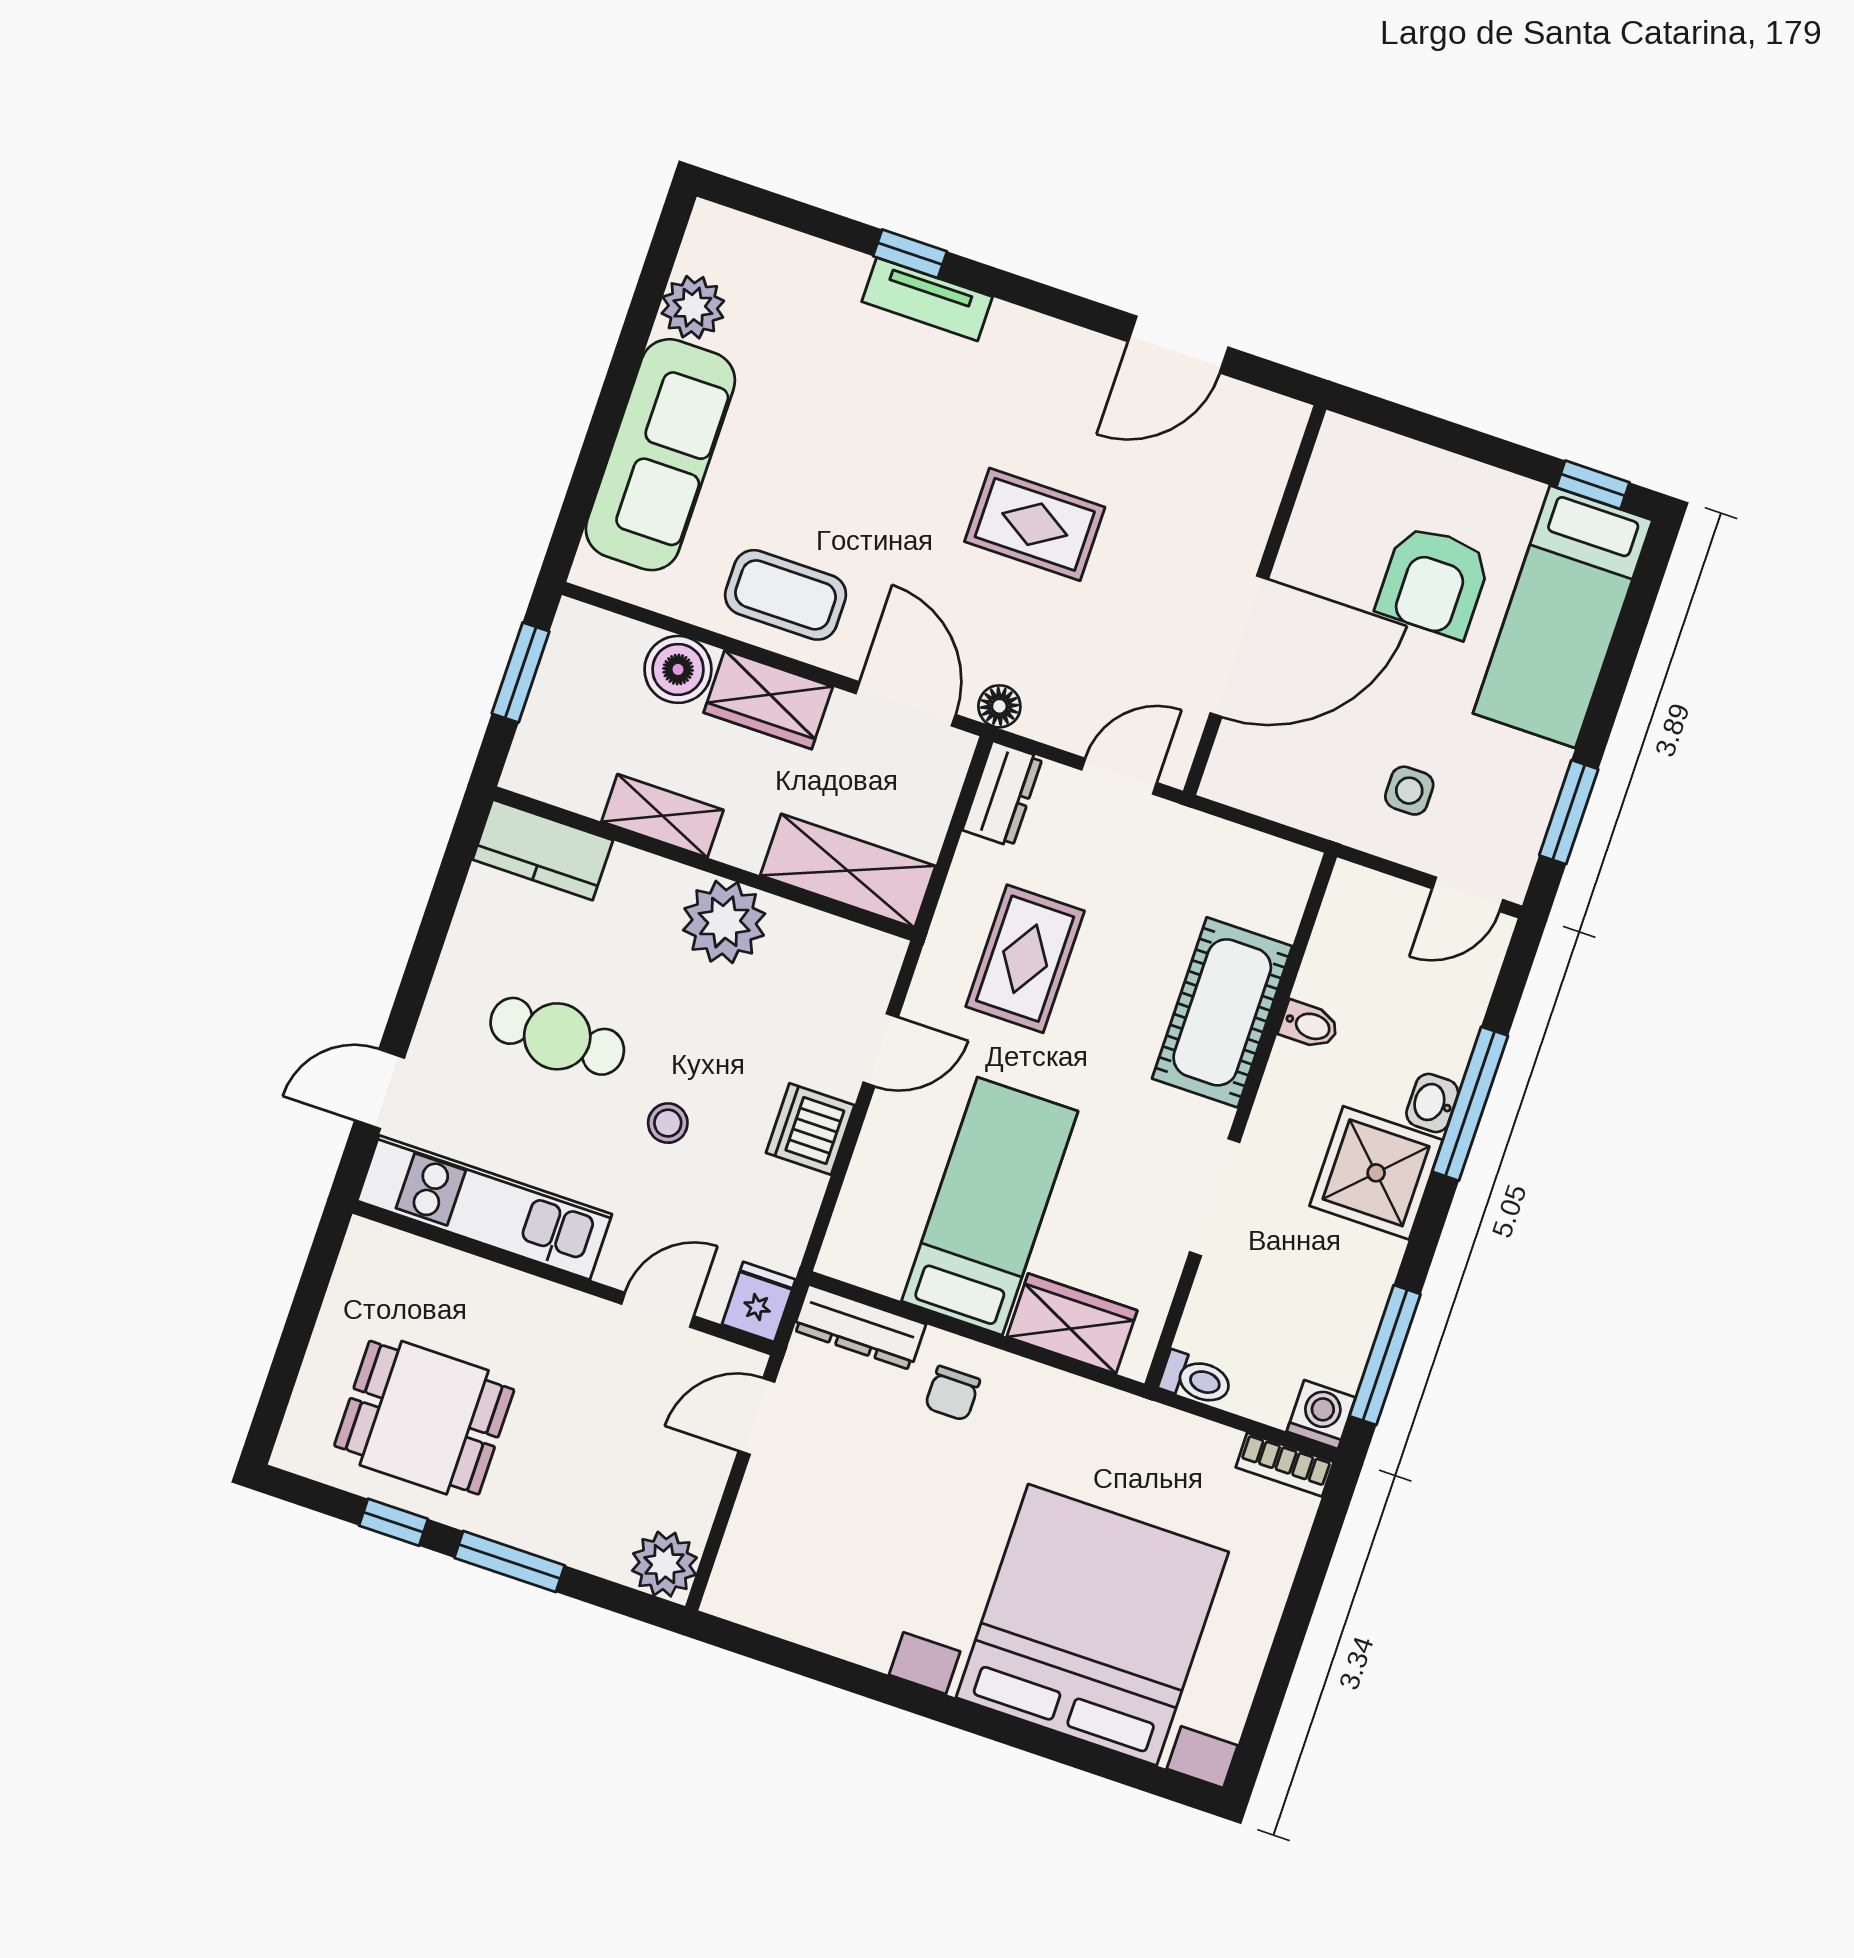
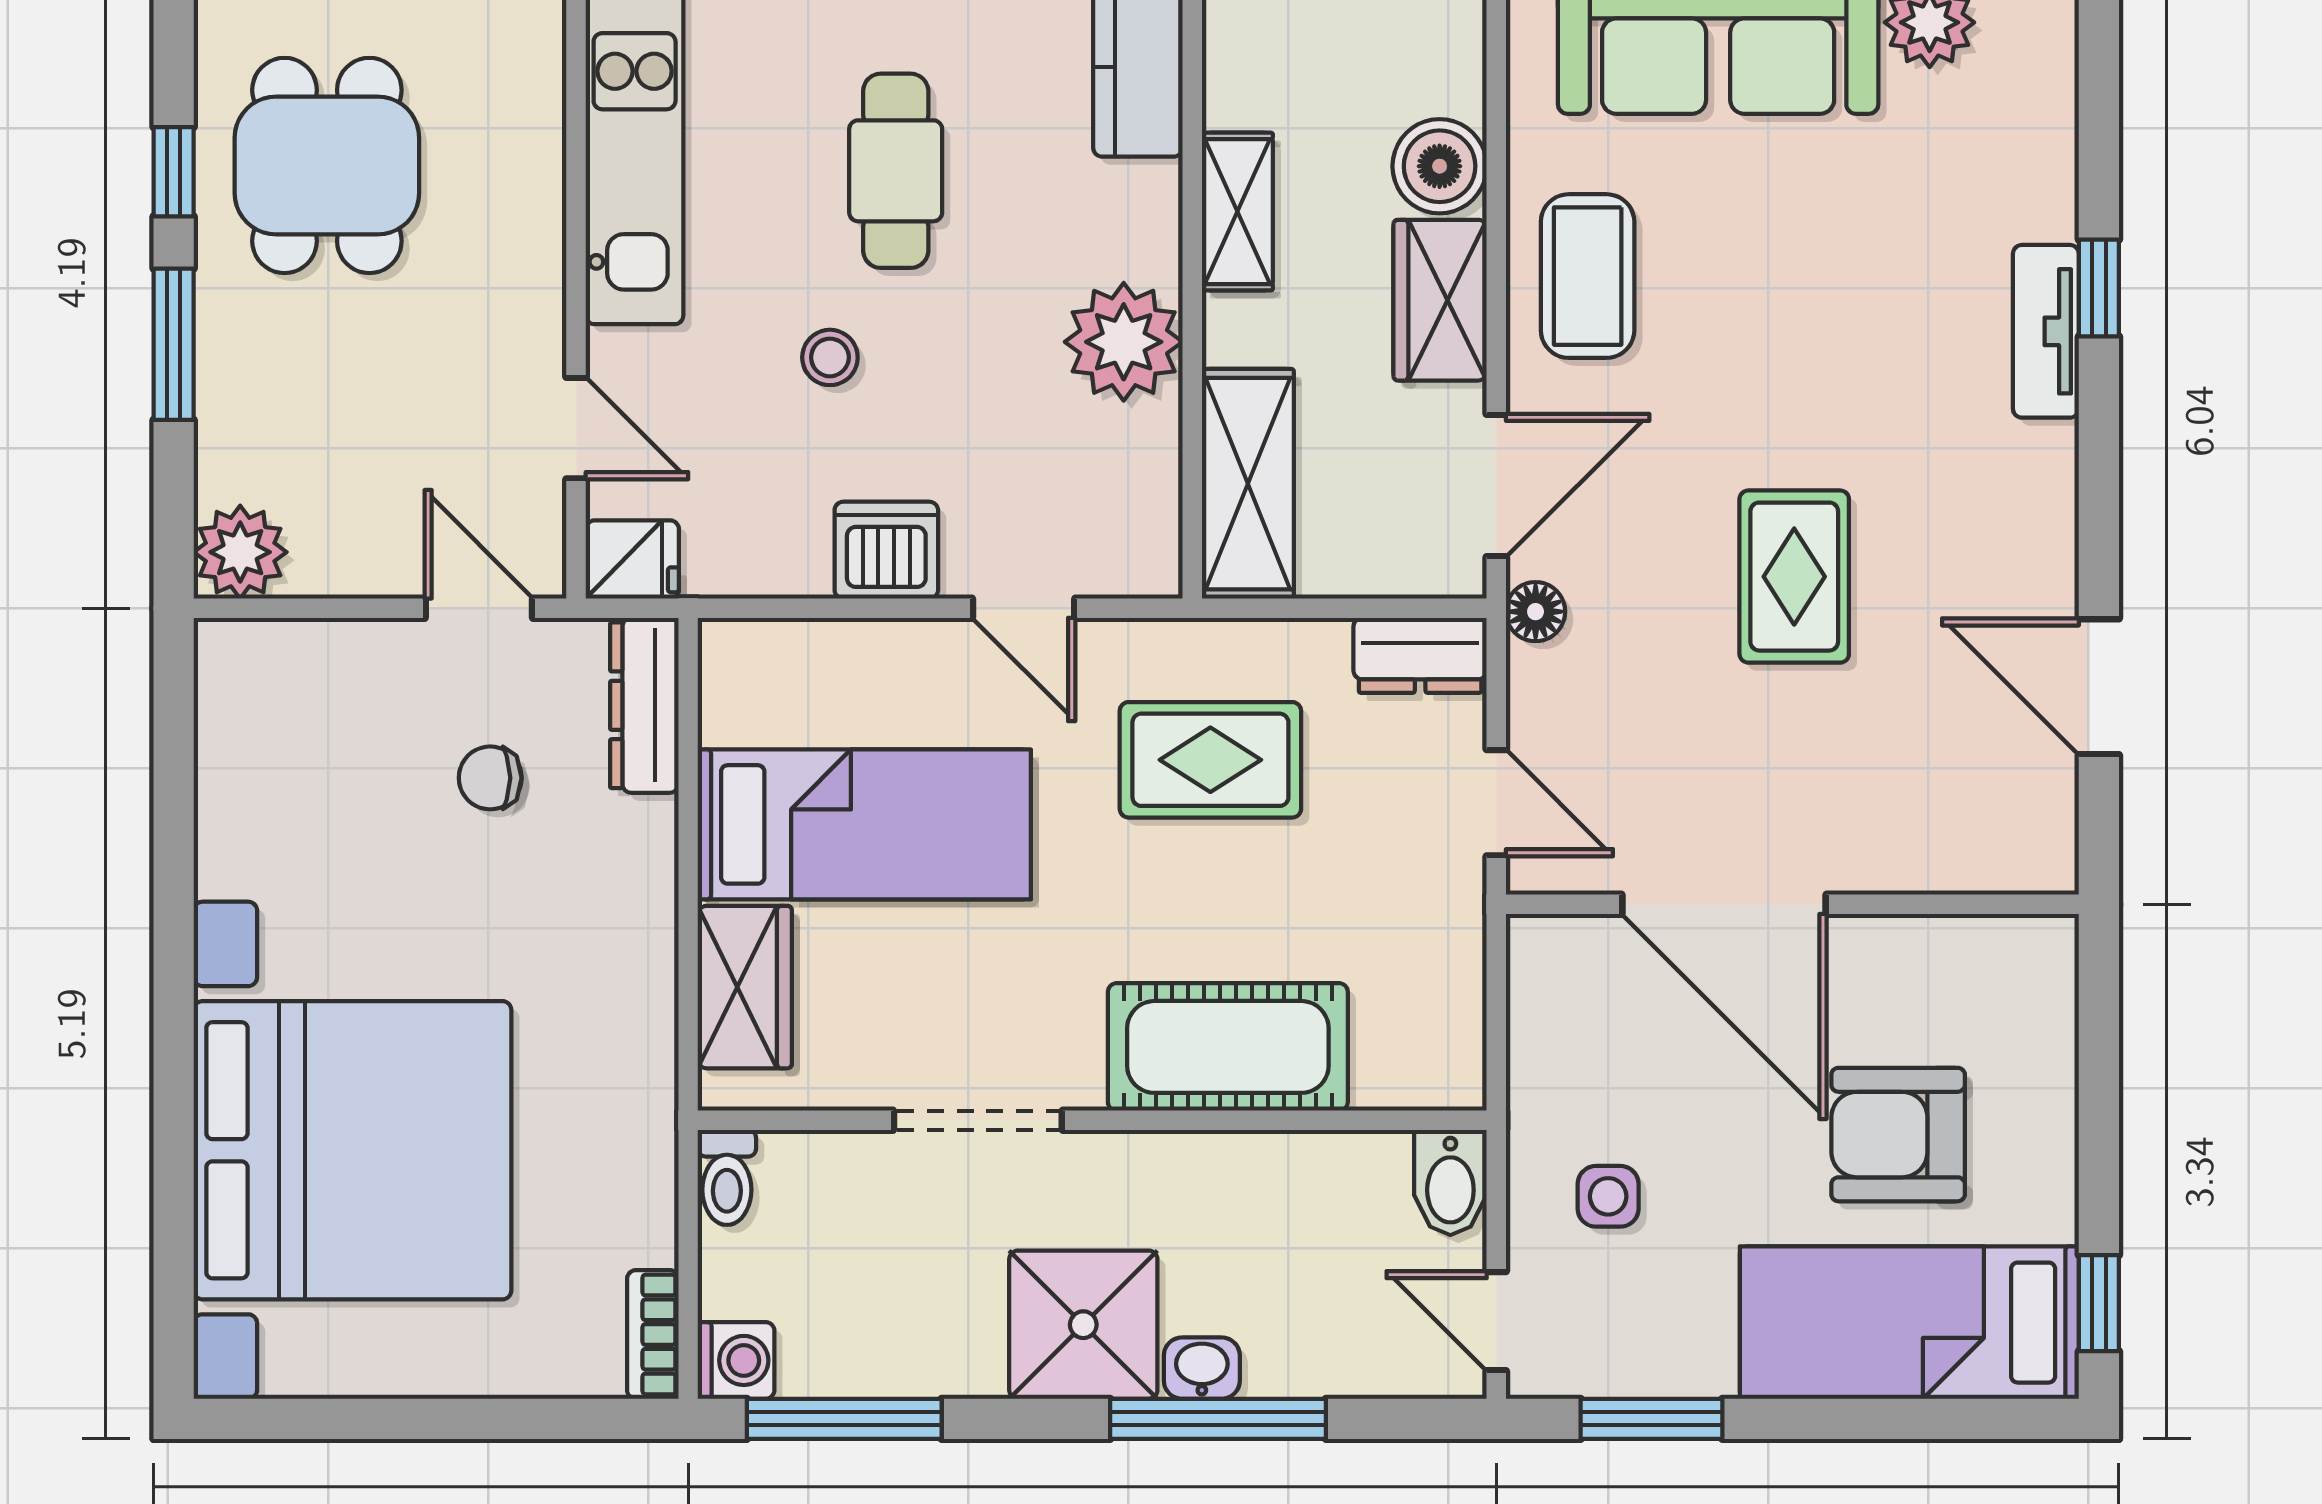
bidet: (1309, 1025) -> (1450, 1183), moved, width x1.38, depth x1.36
chair: (952, 1393) -> (490, 778), moved

